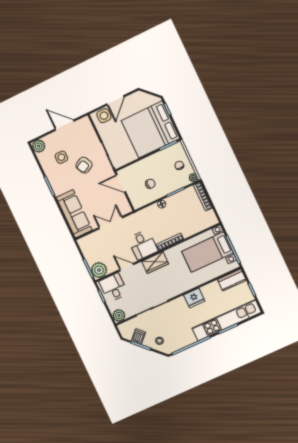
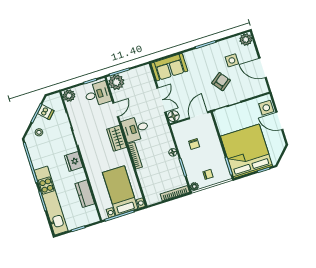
door: (65, 125) -> (263, 68), swing flipped
armchair: (84, 165) -> (221, 82), turned 80
floor lamp: (125, 208) -> (174, 116), added
sofa: (74, 214) -> (169, 67), width x0.73
kitchen counter: (232, 280) -> (85, 194), moved
fridge: (194, 298) -> (74, 161), moved

